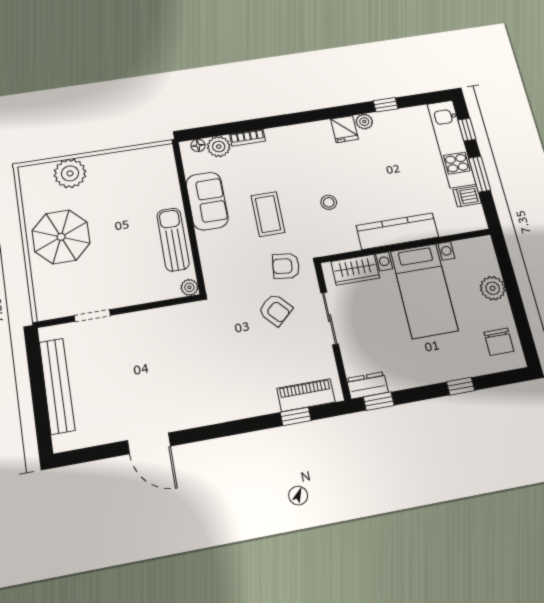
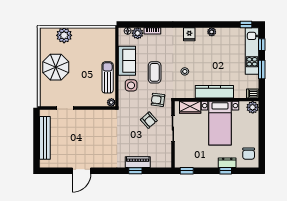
window: (386, 105) -> (246, 24), moved
fridge: (344, 129) -> (189, 34), moved
dishwasher: (467, 196) -> (253, 93), moved
side table: (225, 247) -> (131, 85), added
plant: (493, 288) -> (253, 107), moved
dresser: (367, 385) -> (227, 163), moved
piano: (306, 395) -> (138, 162), moved
window: (296, 416) -> (135, 171), moved
door: (149, 443) -> (82, 171), hinge flipped

